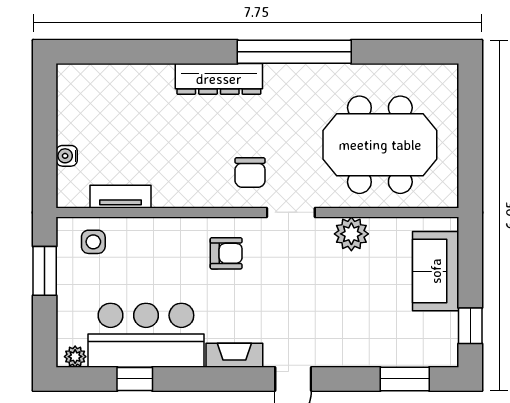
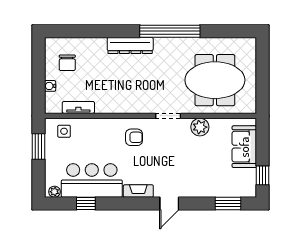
chair: (250, 172) -> (67, 63), moved

